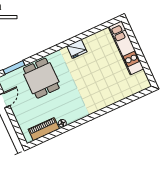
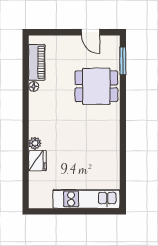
fridge: (77, 49) -> (37, 161), moved, turned 180
plant: (103, 104) -> (35, 143), added

